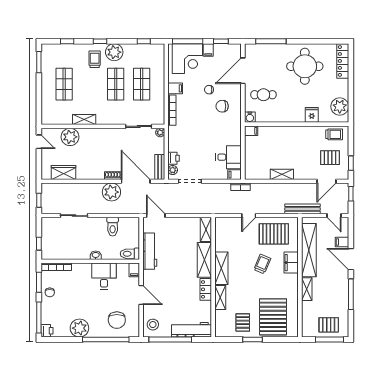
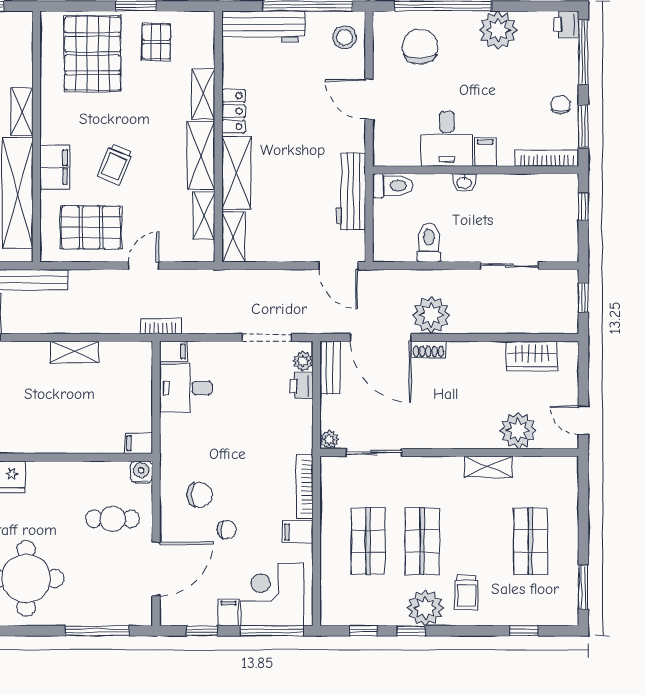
window: (100, 41) -> (411, 631), moved
shelving: (220, 240) -> (204, 215), added
filing cabinet: (134, 270) -> (485, 152), moved

